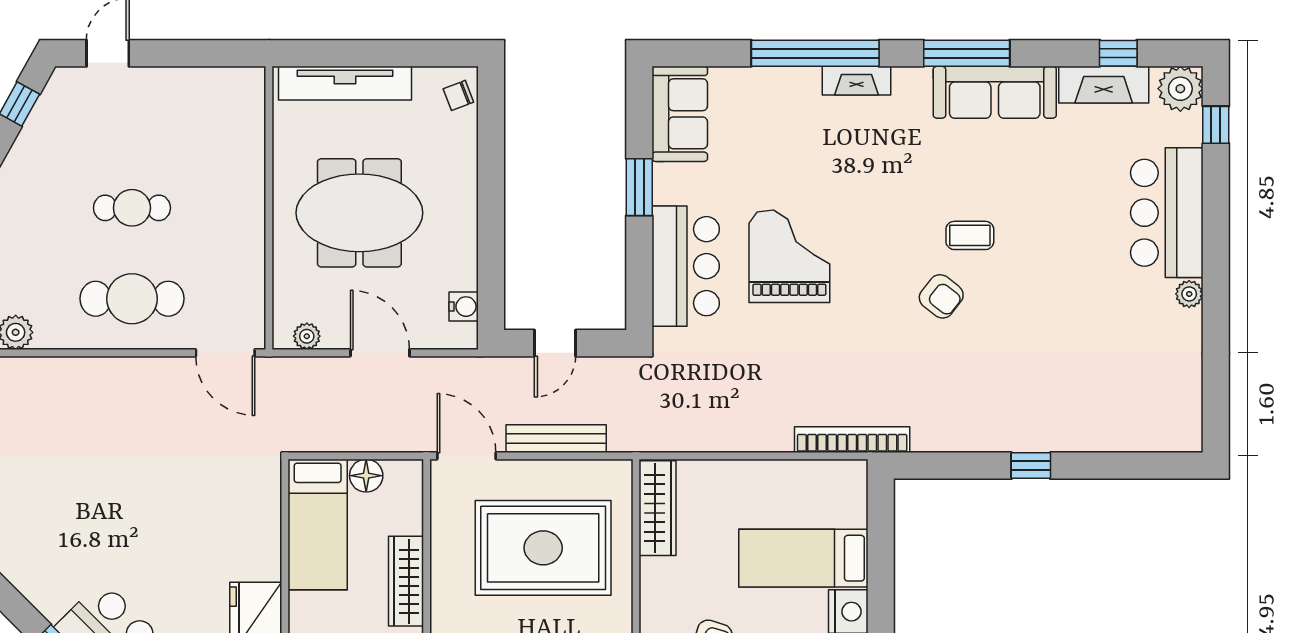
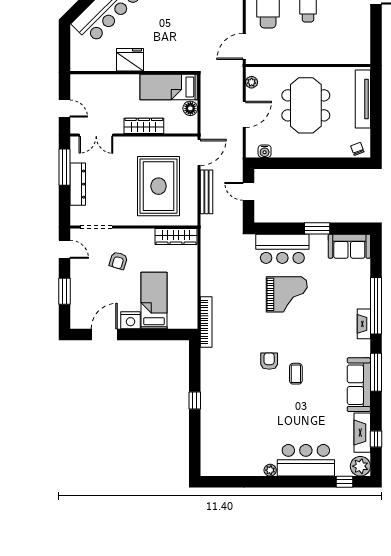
armchair: (941, 296) -> (269, 361), turned 142

